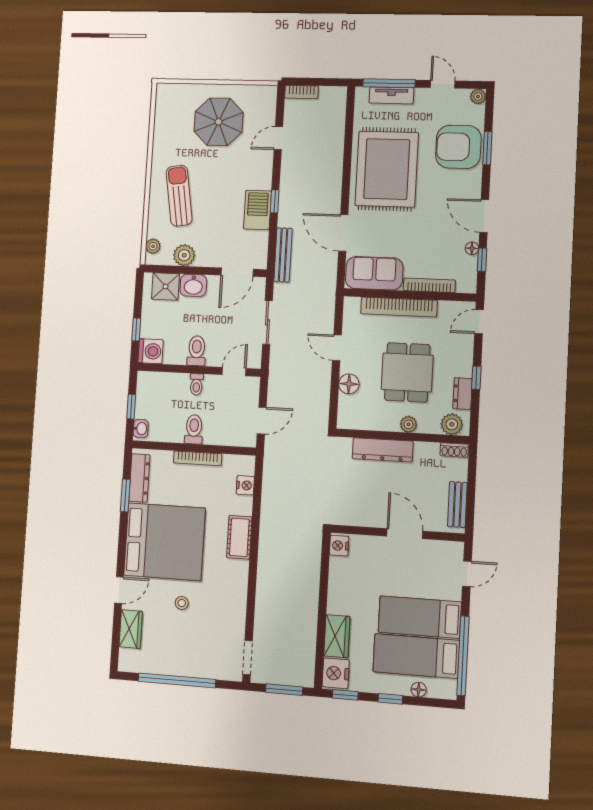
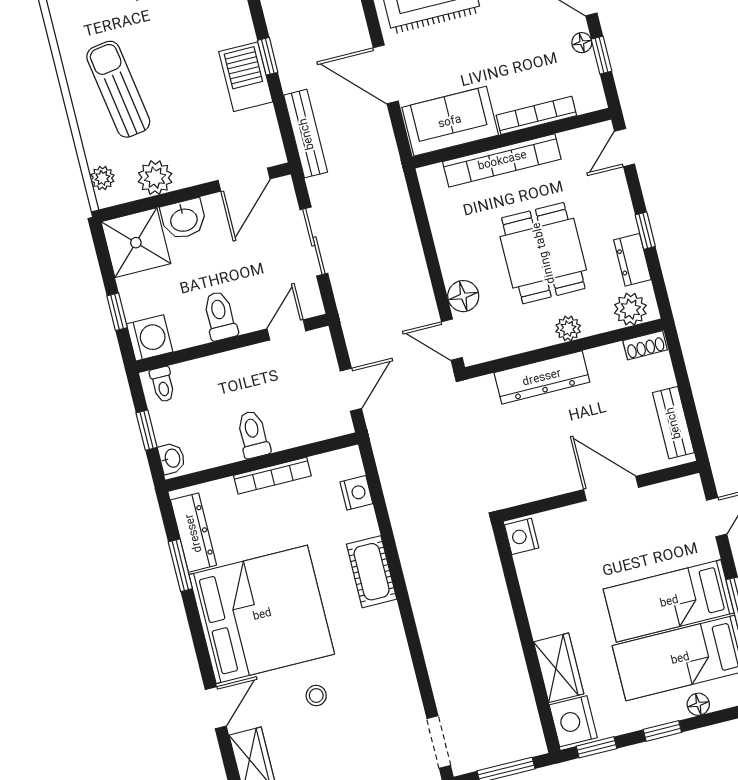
shower: (166, 286) -> (136, 243), width x1.36, depth x1.36
door: (337, 348) -> (452, 340), moved
toilet: (196, 384) -> (163, 384), moved

